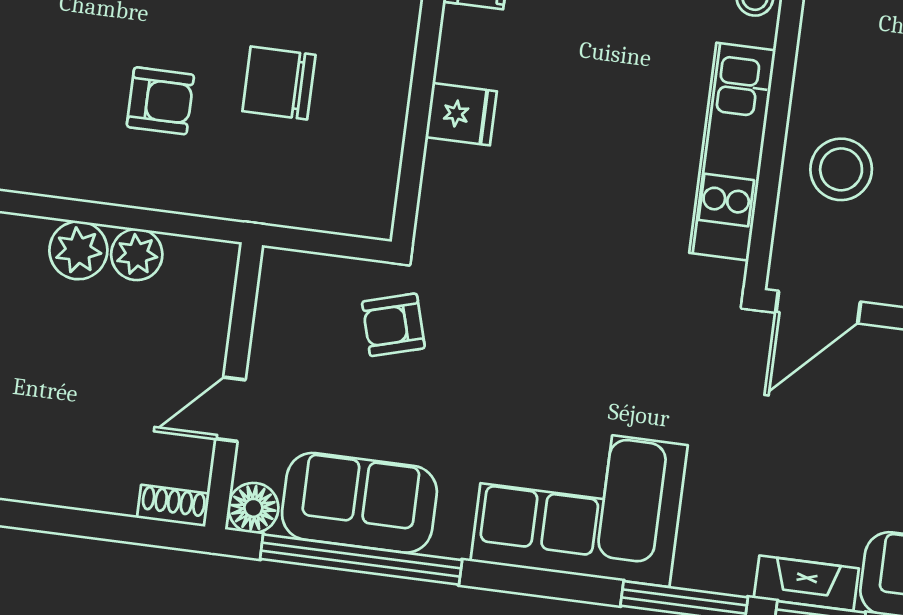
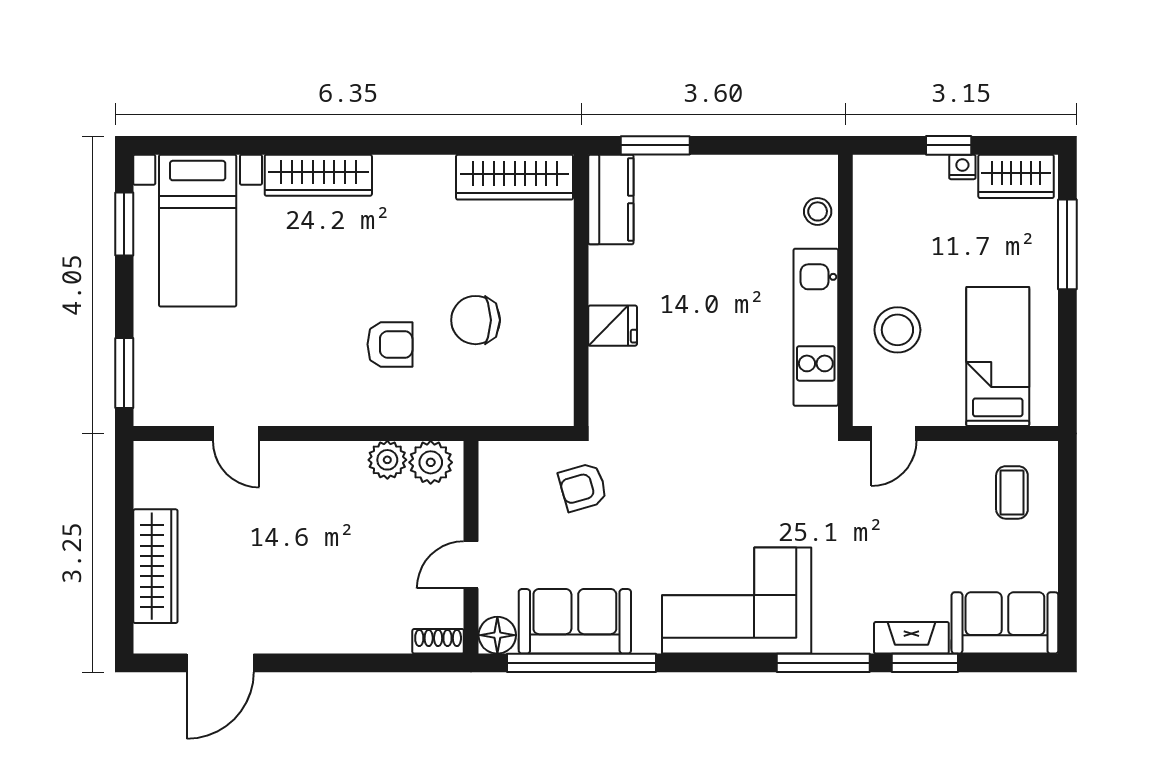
plant: (78, 250) -> (431, 462), moved
door: (818, 307) -> (894, 434), width x0.73

